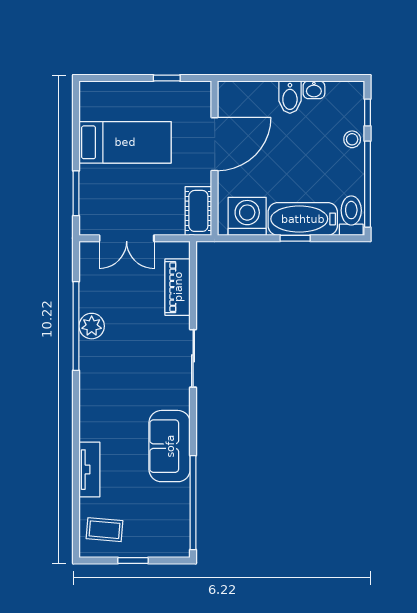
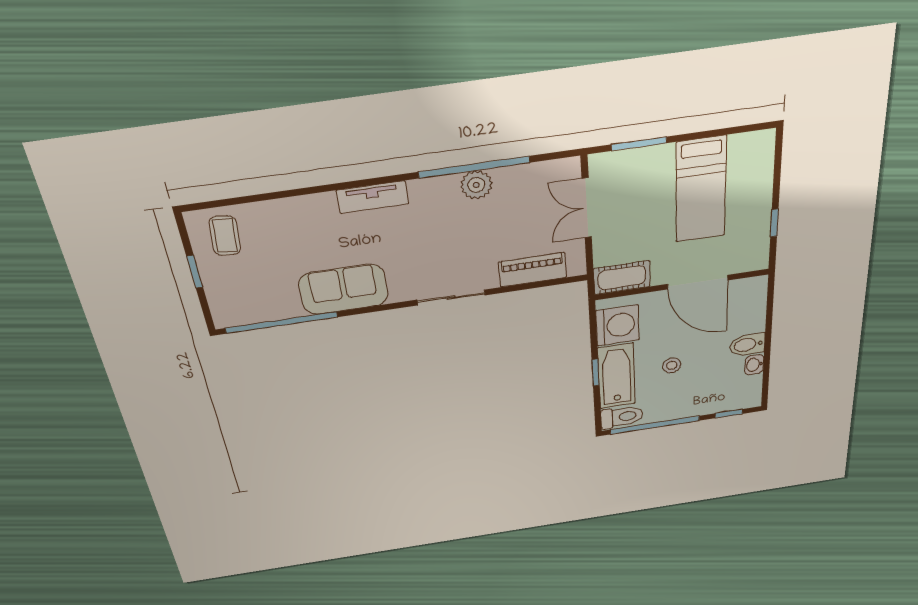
stool: (352, 139) -> (672, 365), moved
tv unit: (89, 470) -> (372, 197), moved

